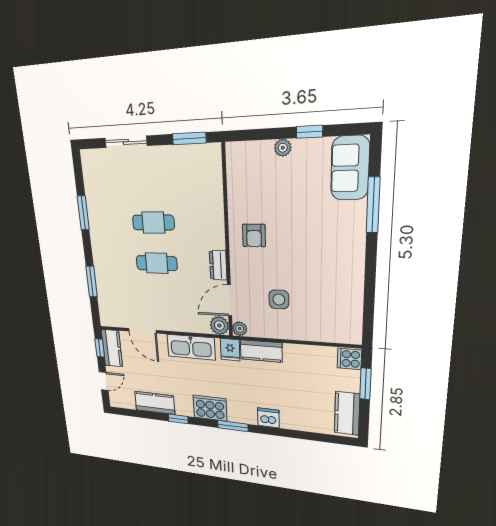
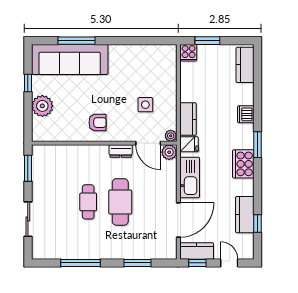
plant: (283, 148) -> (42, 106), width x1.88, depth x1.88
sofa: (350, 168) -> (70, 59), width x1.85, depth x1.27
window: (83, 213) -> (80, 263), width x1.44
cafe table: (157, 263) -> (120, 202), width x1.37, depth x1.35
door: (142, 331) -> (178, 220), width x1.36
kitchen counter: (347, 413) -> (245, 65), moved, turned 90
window: (178, 419) -> (258, 223), moved

